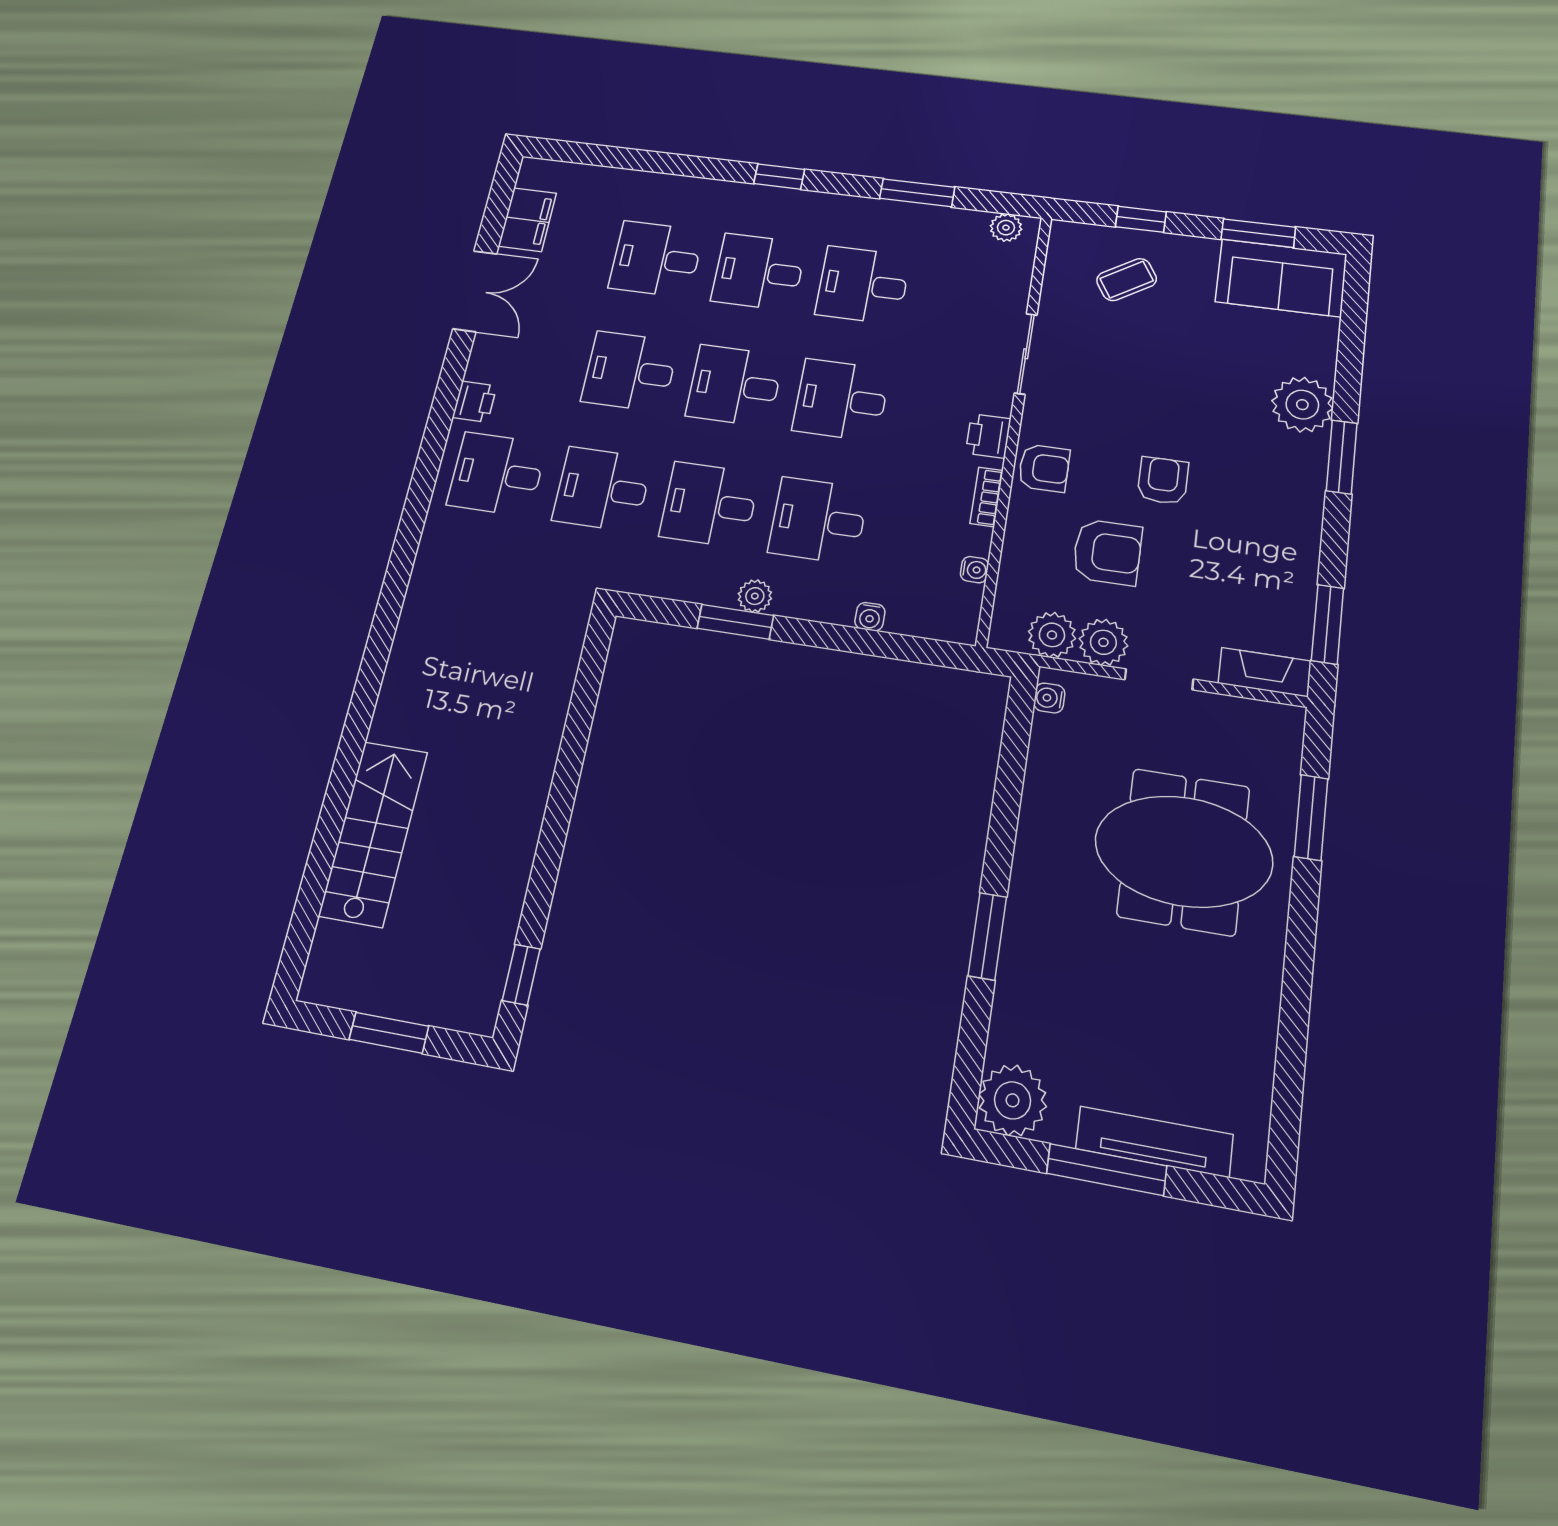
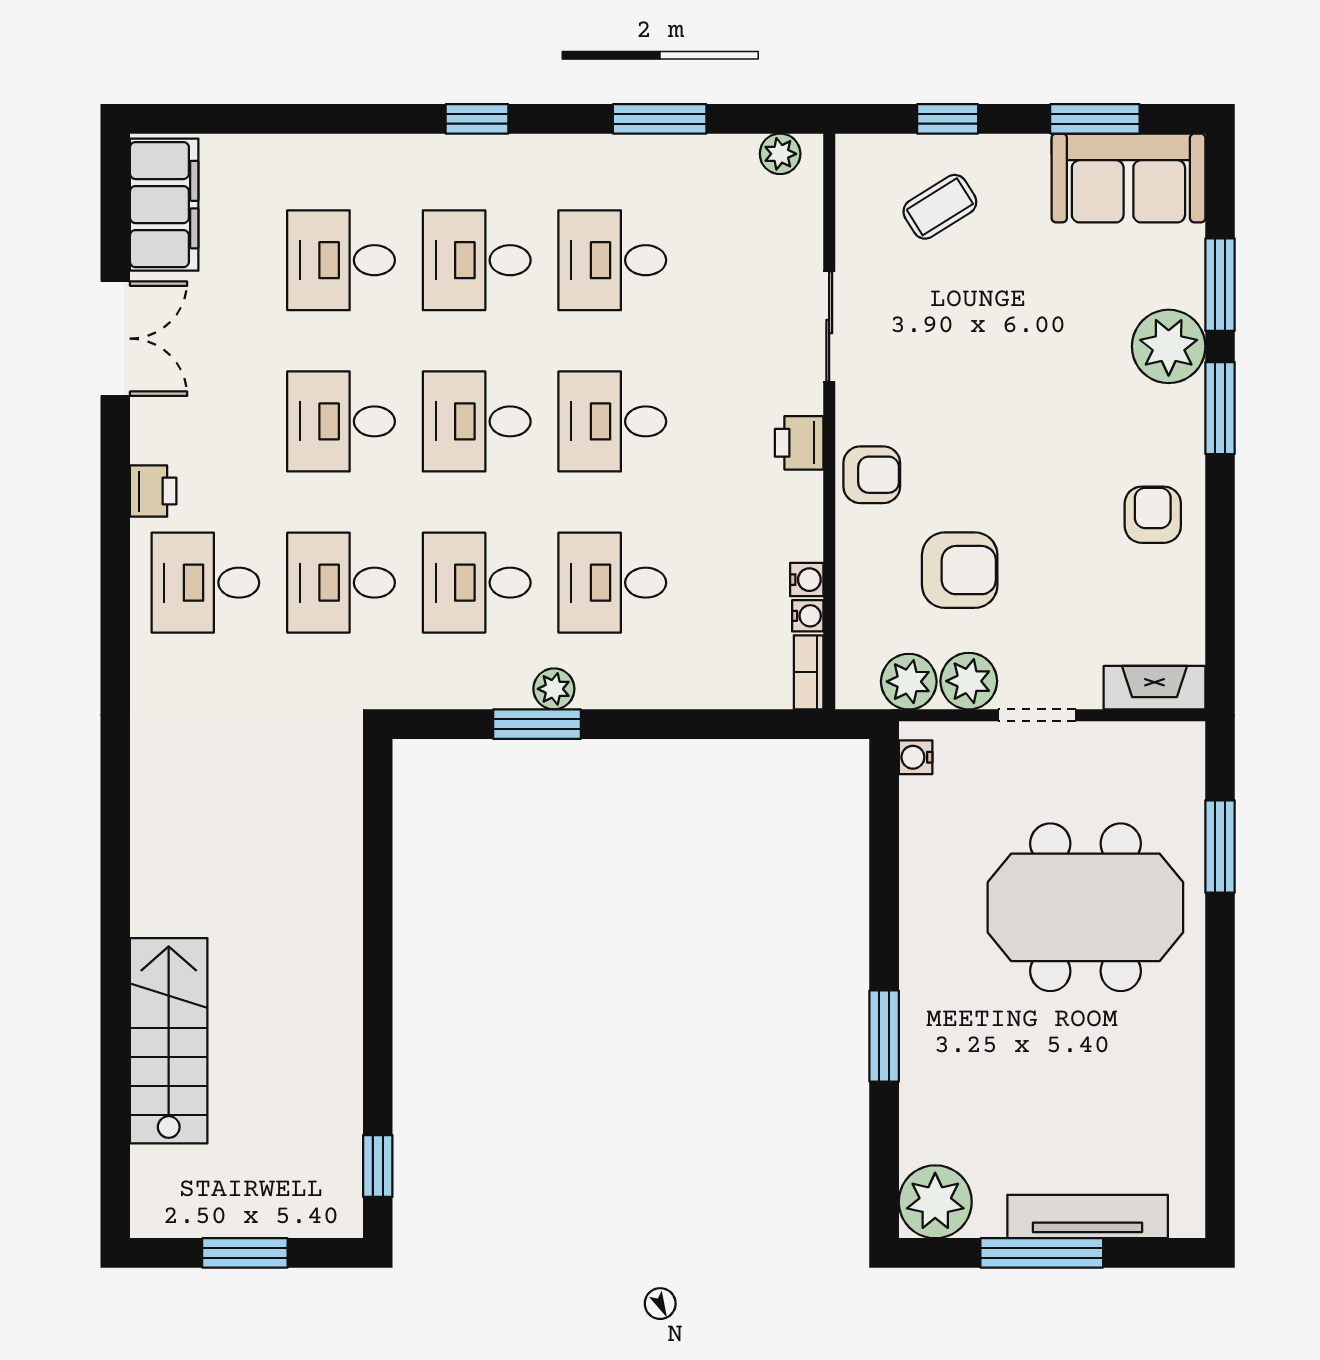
filing cabinet: (527, 220) -> (164, 205), width x1.50, depth x1.17
armchair: (1163, 481) -> (1153, 515), moved
bookcase: (987, 497) -> (809, 672), moved
water cooler: (870, 617) -> (807, 580), moved, turned -90
window: (1327, 624) -> (1220, 285), moved

